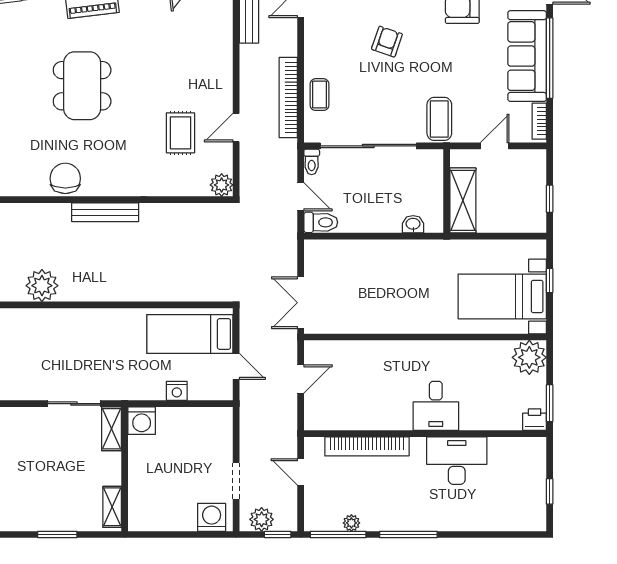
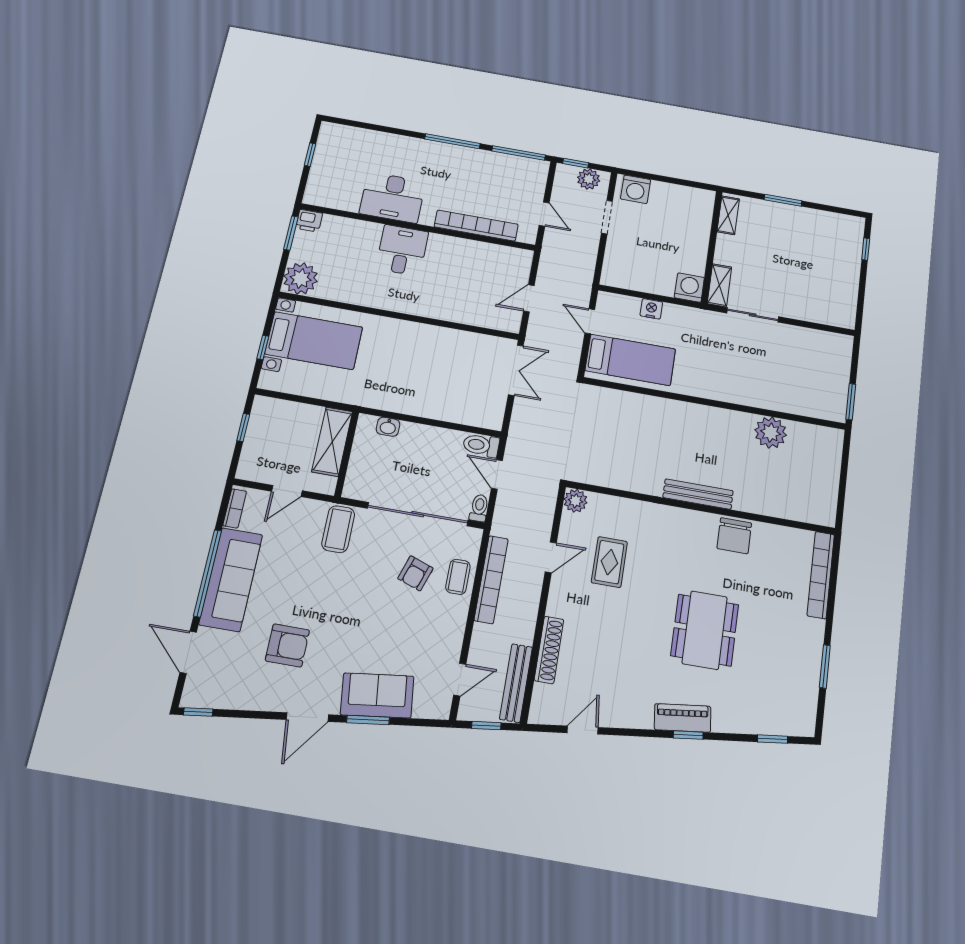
armchair: (387, 42) -> (415, 573), moved
shoe rack: (224, 43) -> (549, 650), added
plant: (351, 523) -> (504, 161), removed

